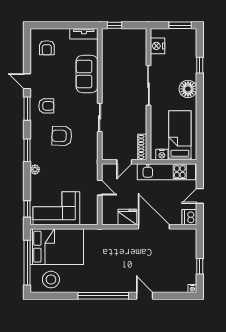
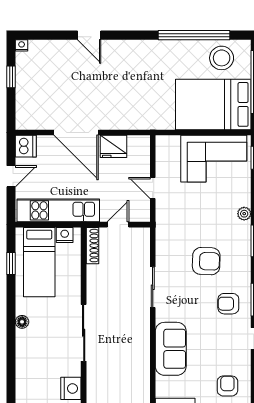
window: (200, 65) -> (11, 264), moved
floor lamp: (188, 89) -> (22, 322), width x0.53, depth x0.53
window: (103, 296) -> (194, 35), moved

